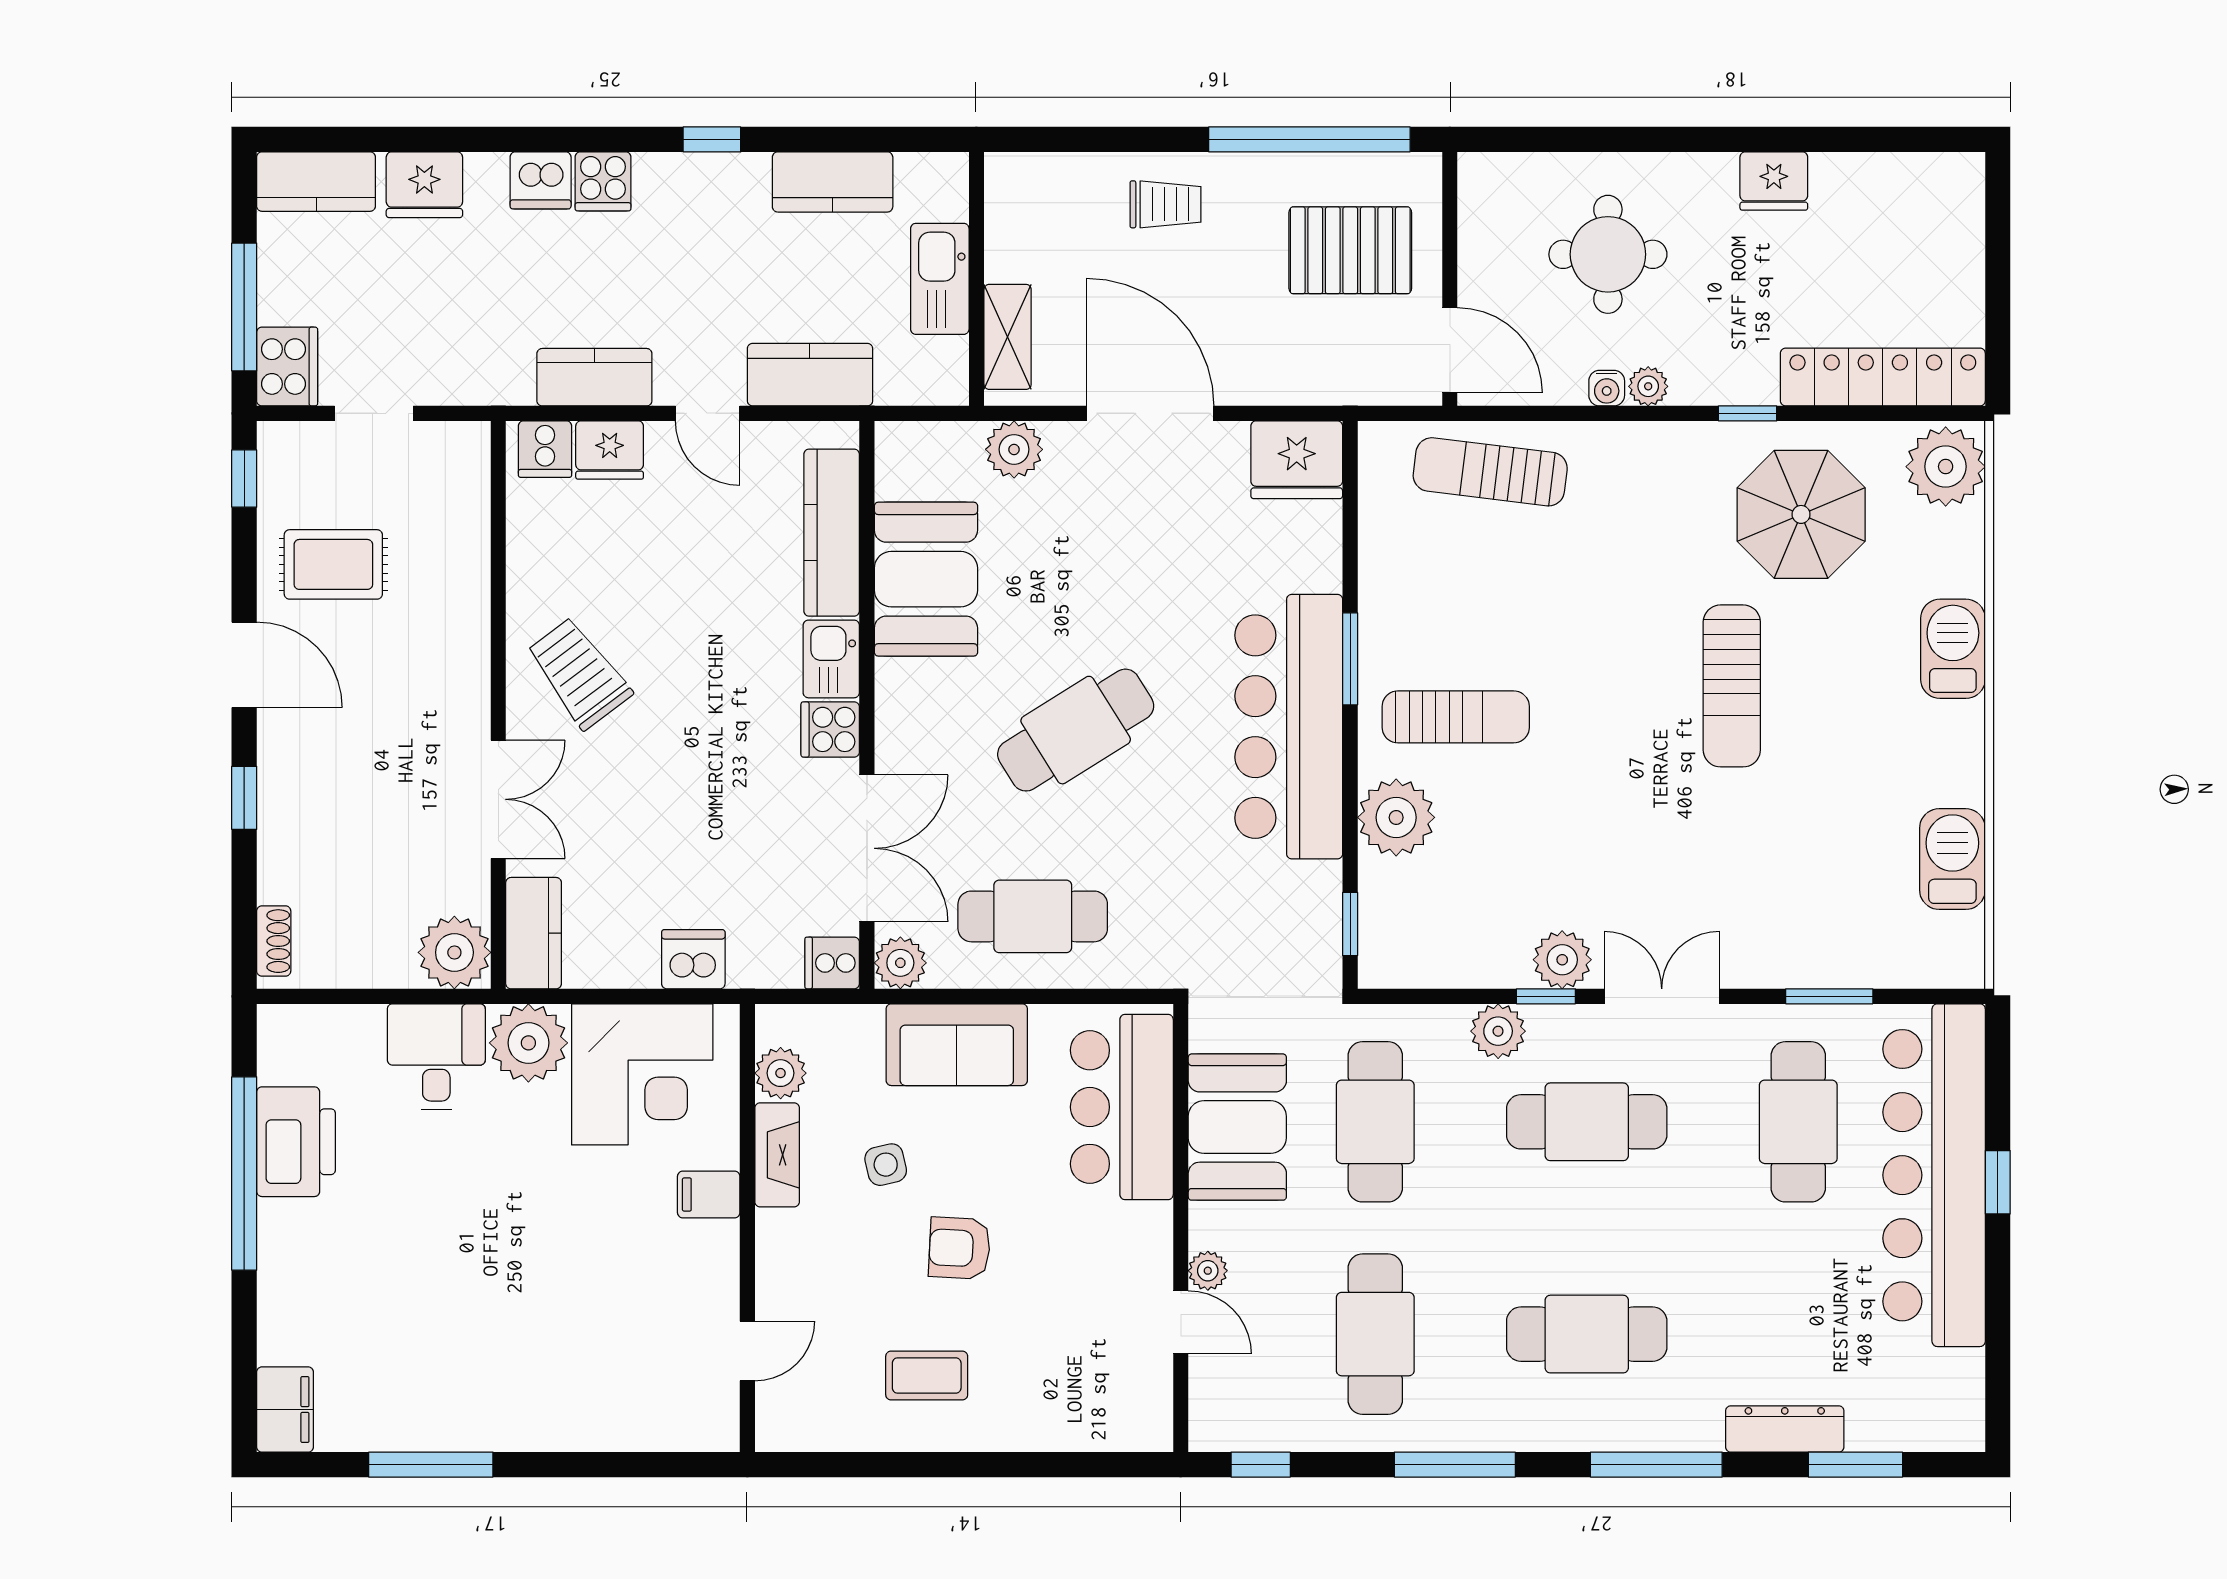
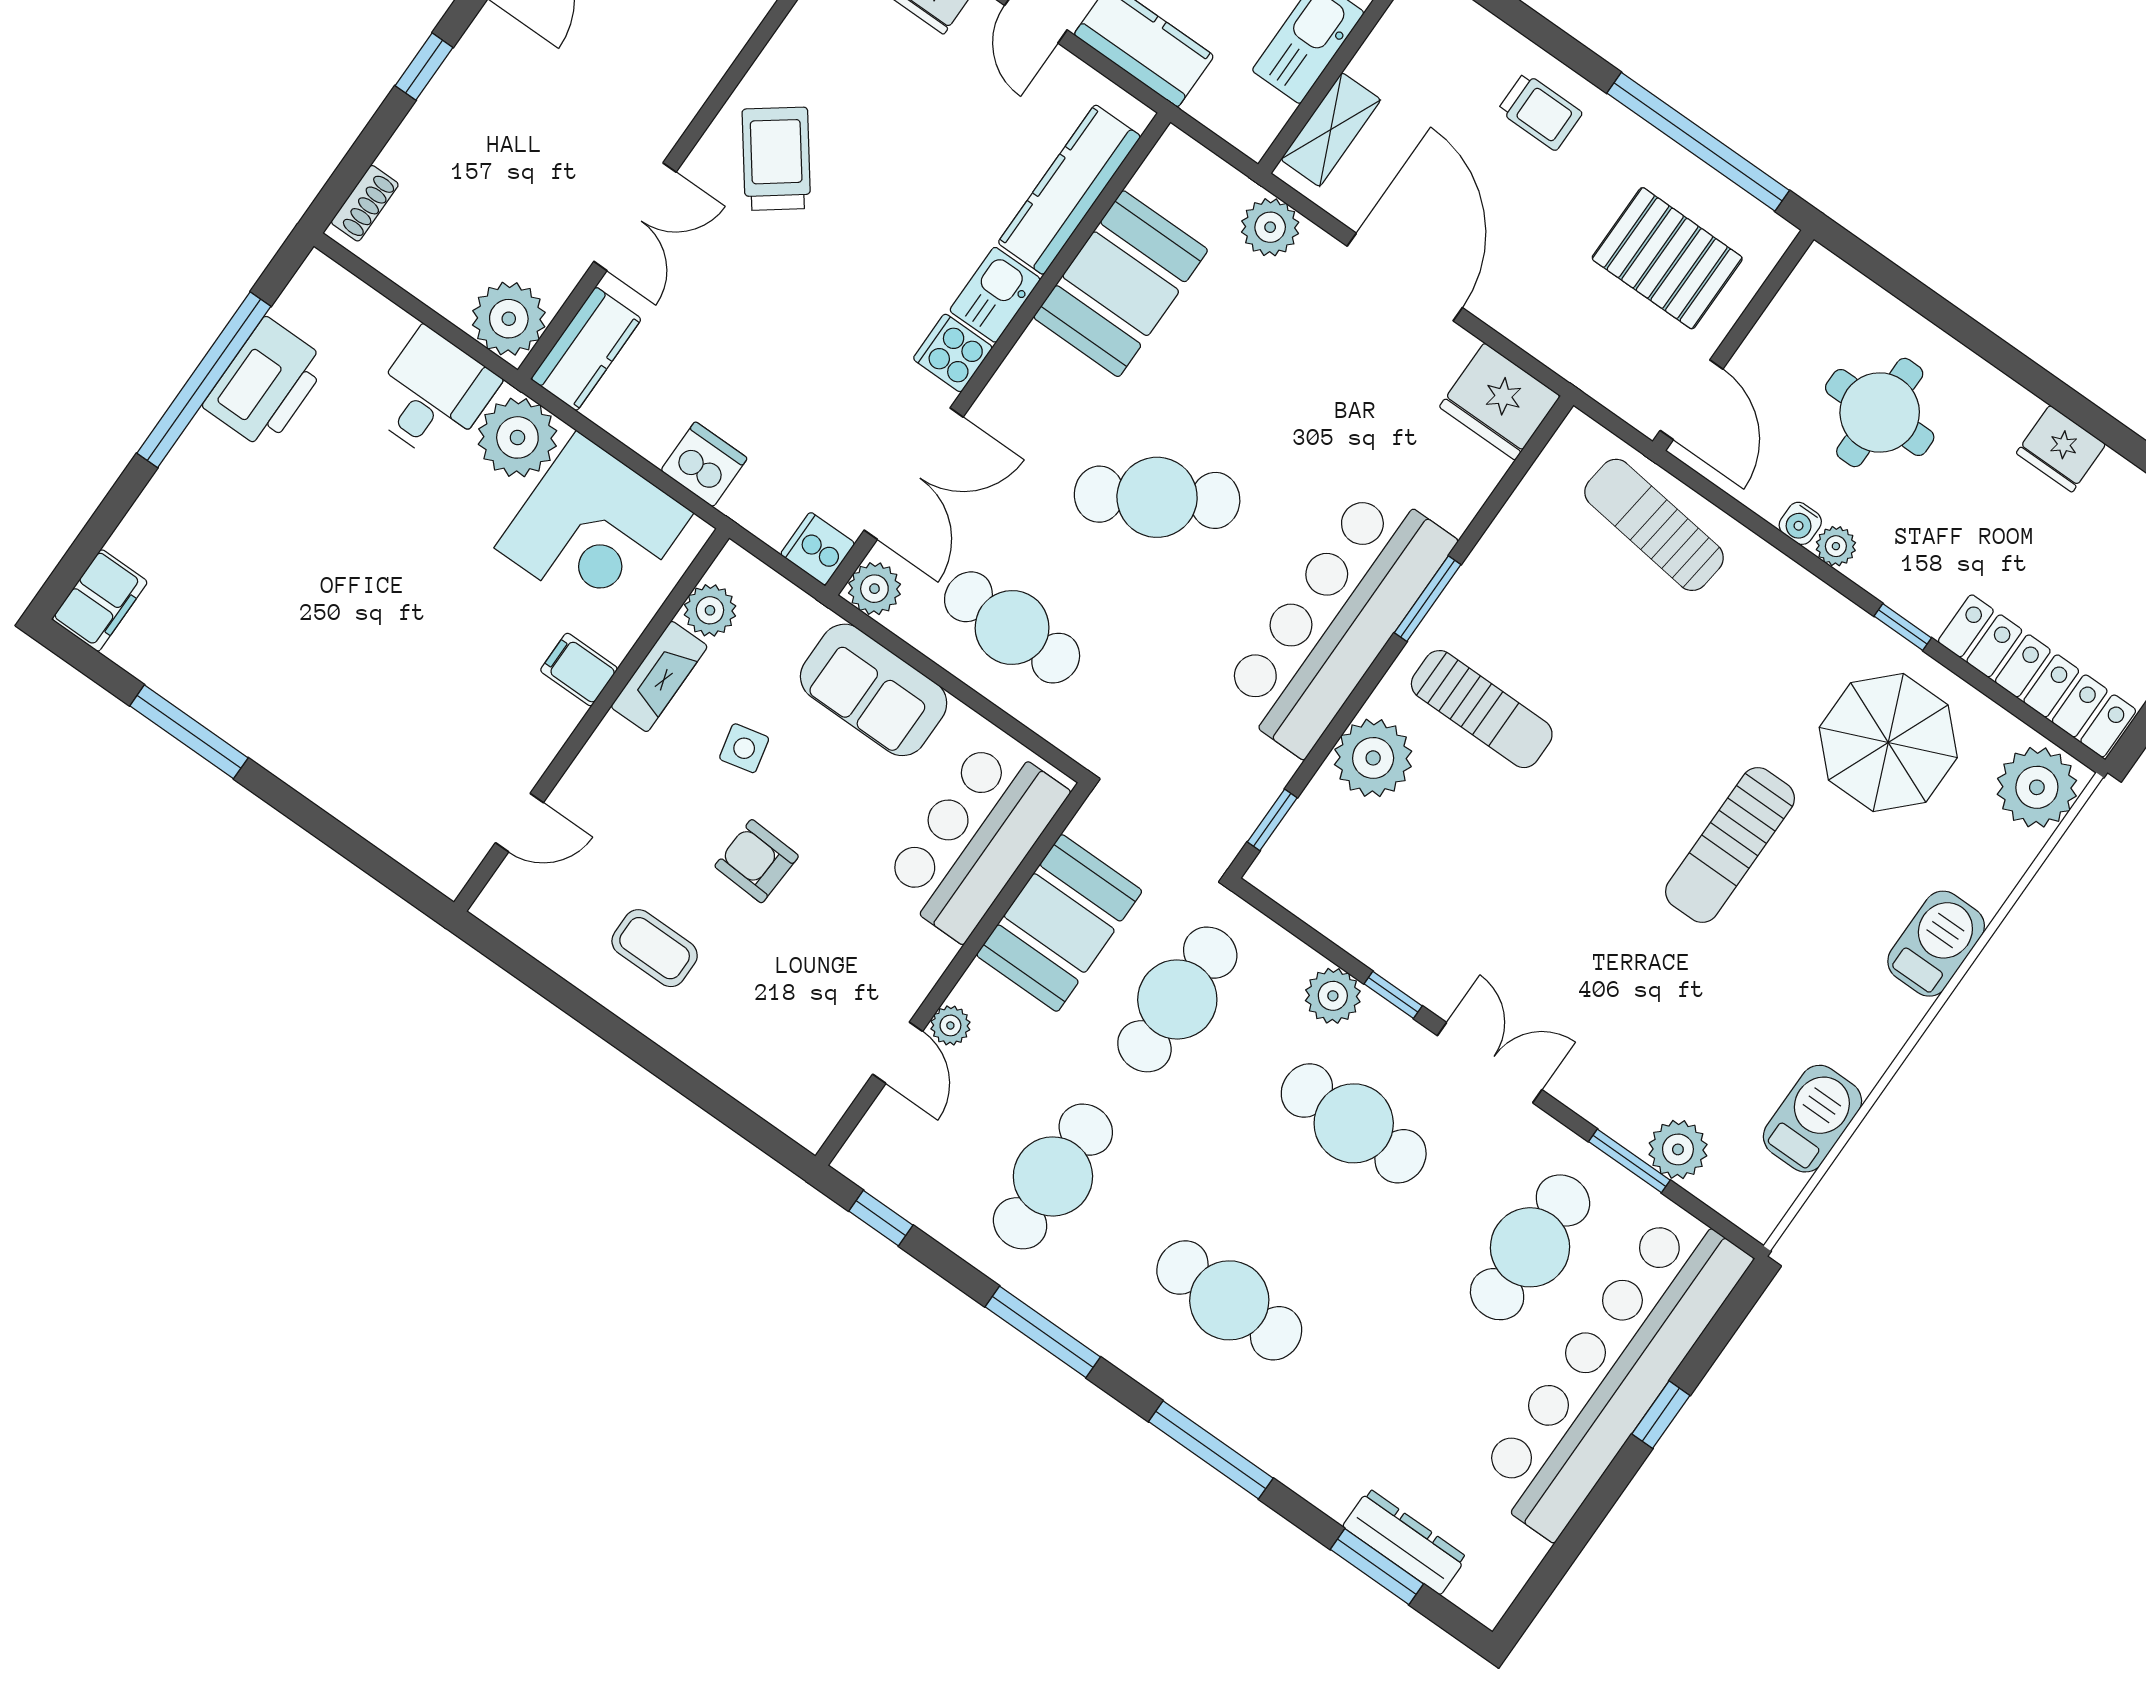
plant: (1562, 960) -> (1678, 1149), moved
dresser: (1785, 1429) -> (1405, 1542), moved

